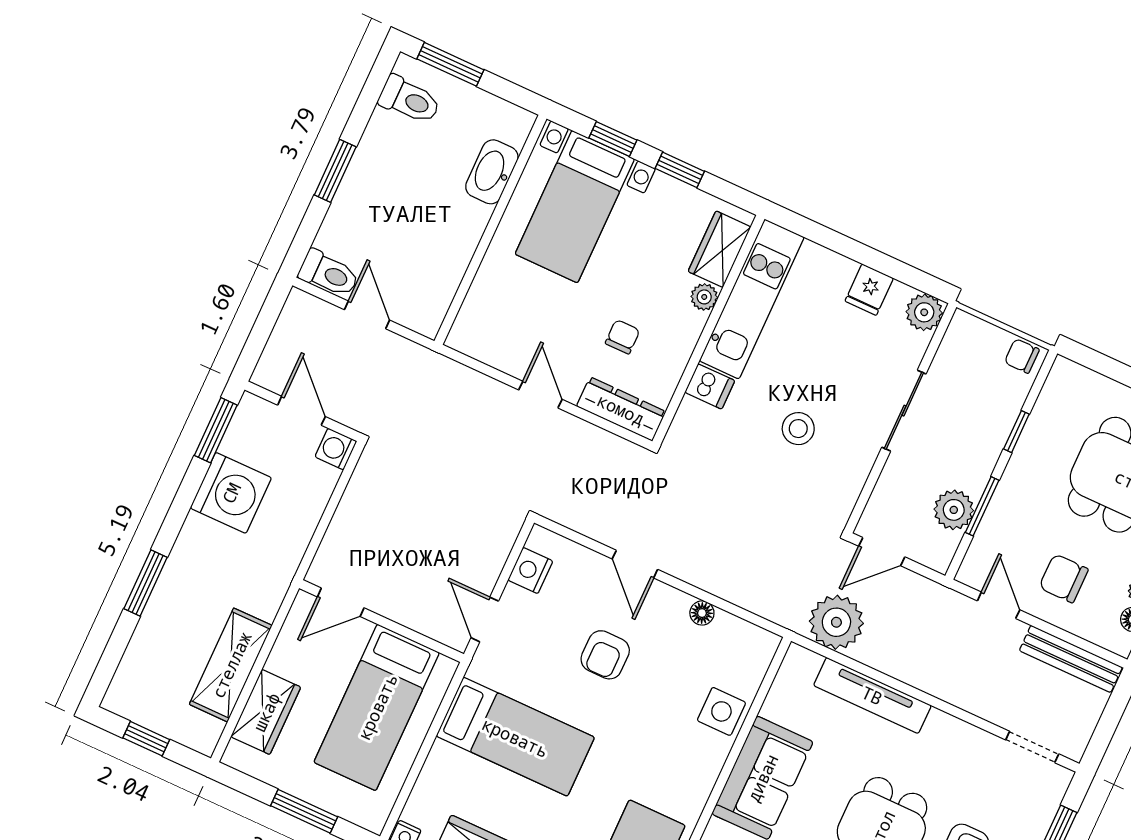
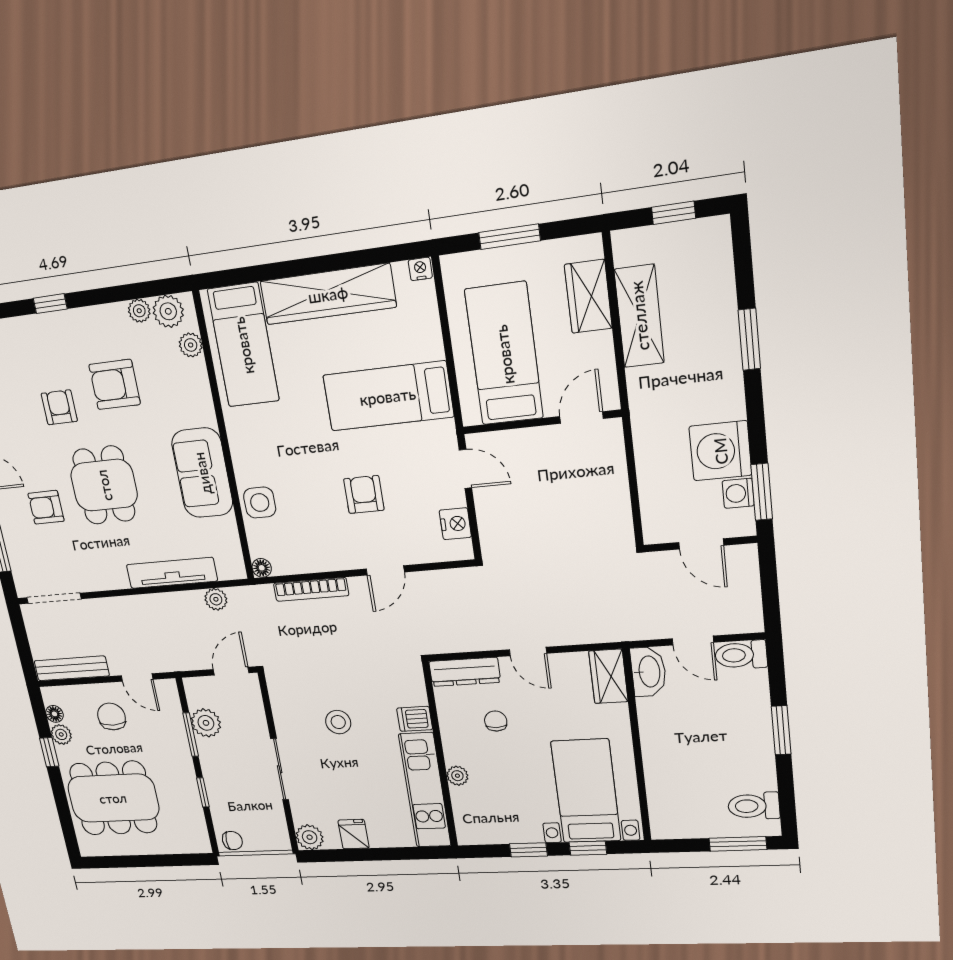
washbasin: (492, 172) -> (648, 672), moved
wardrobe: (720, 249) -> (608, 676), moved, turned 180
chair: (623, 337) -> (496, 721), turned 180
washing machine: (336, 449) -> (738, 493), moved, turned 180
door: (635, 564) -> (385, 570), swing flipped
chair: (1064, 578) -> (111, 717), turned -90
bookcase: (729, 590) -> (311, 589), added
floor lamp: (702, 613) -> (262, 568), moved
plant: (836, 622) -> (216, 599), width x0.53, depth x0.53
doorway: (1032, 747) -> (54, 598), width x1.38

